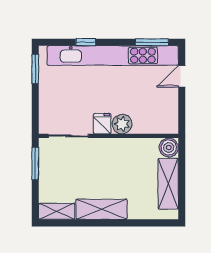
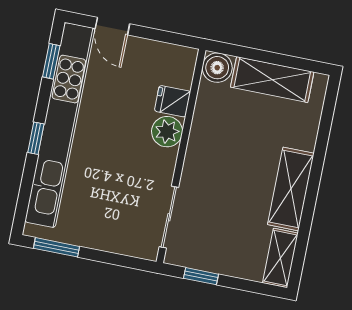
window: (86, 42) -> (36, 138), moved
window: (152, 42) -> (51, 61), width x0.67
fridge: (102, 124) -> (172, 101), moved
window: (35, 164) -> (201, 276), width x0.67

